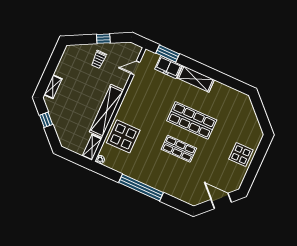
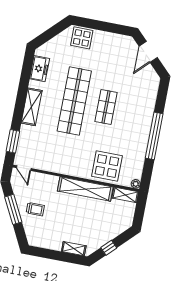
window: (103, 39) -> (13, 209), width x2.17
freezer: (168, 67) -> (40, 69), moved
door: (135, 68) -> (24, 168), moved
shop shelf: (192, 120) -> (74, 101), width x1.40
display table: (241, 155) -> (82, 38), moved

